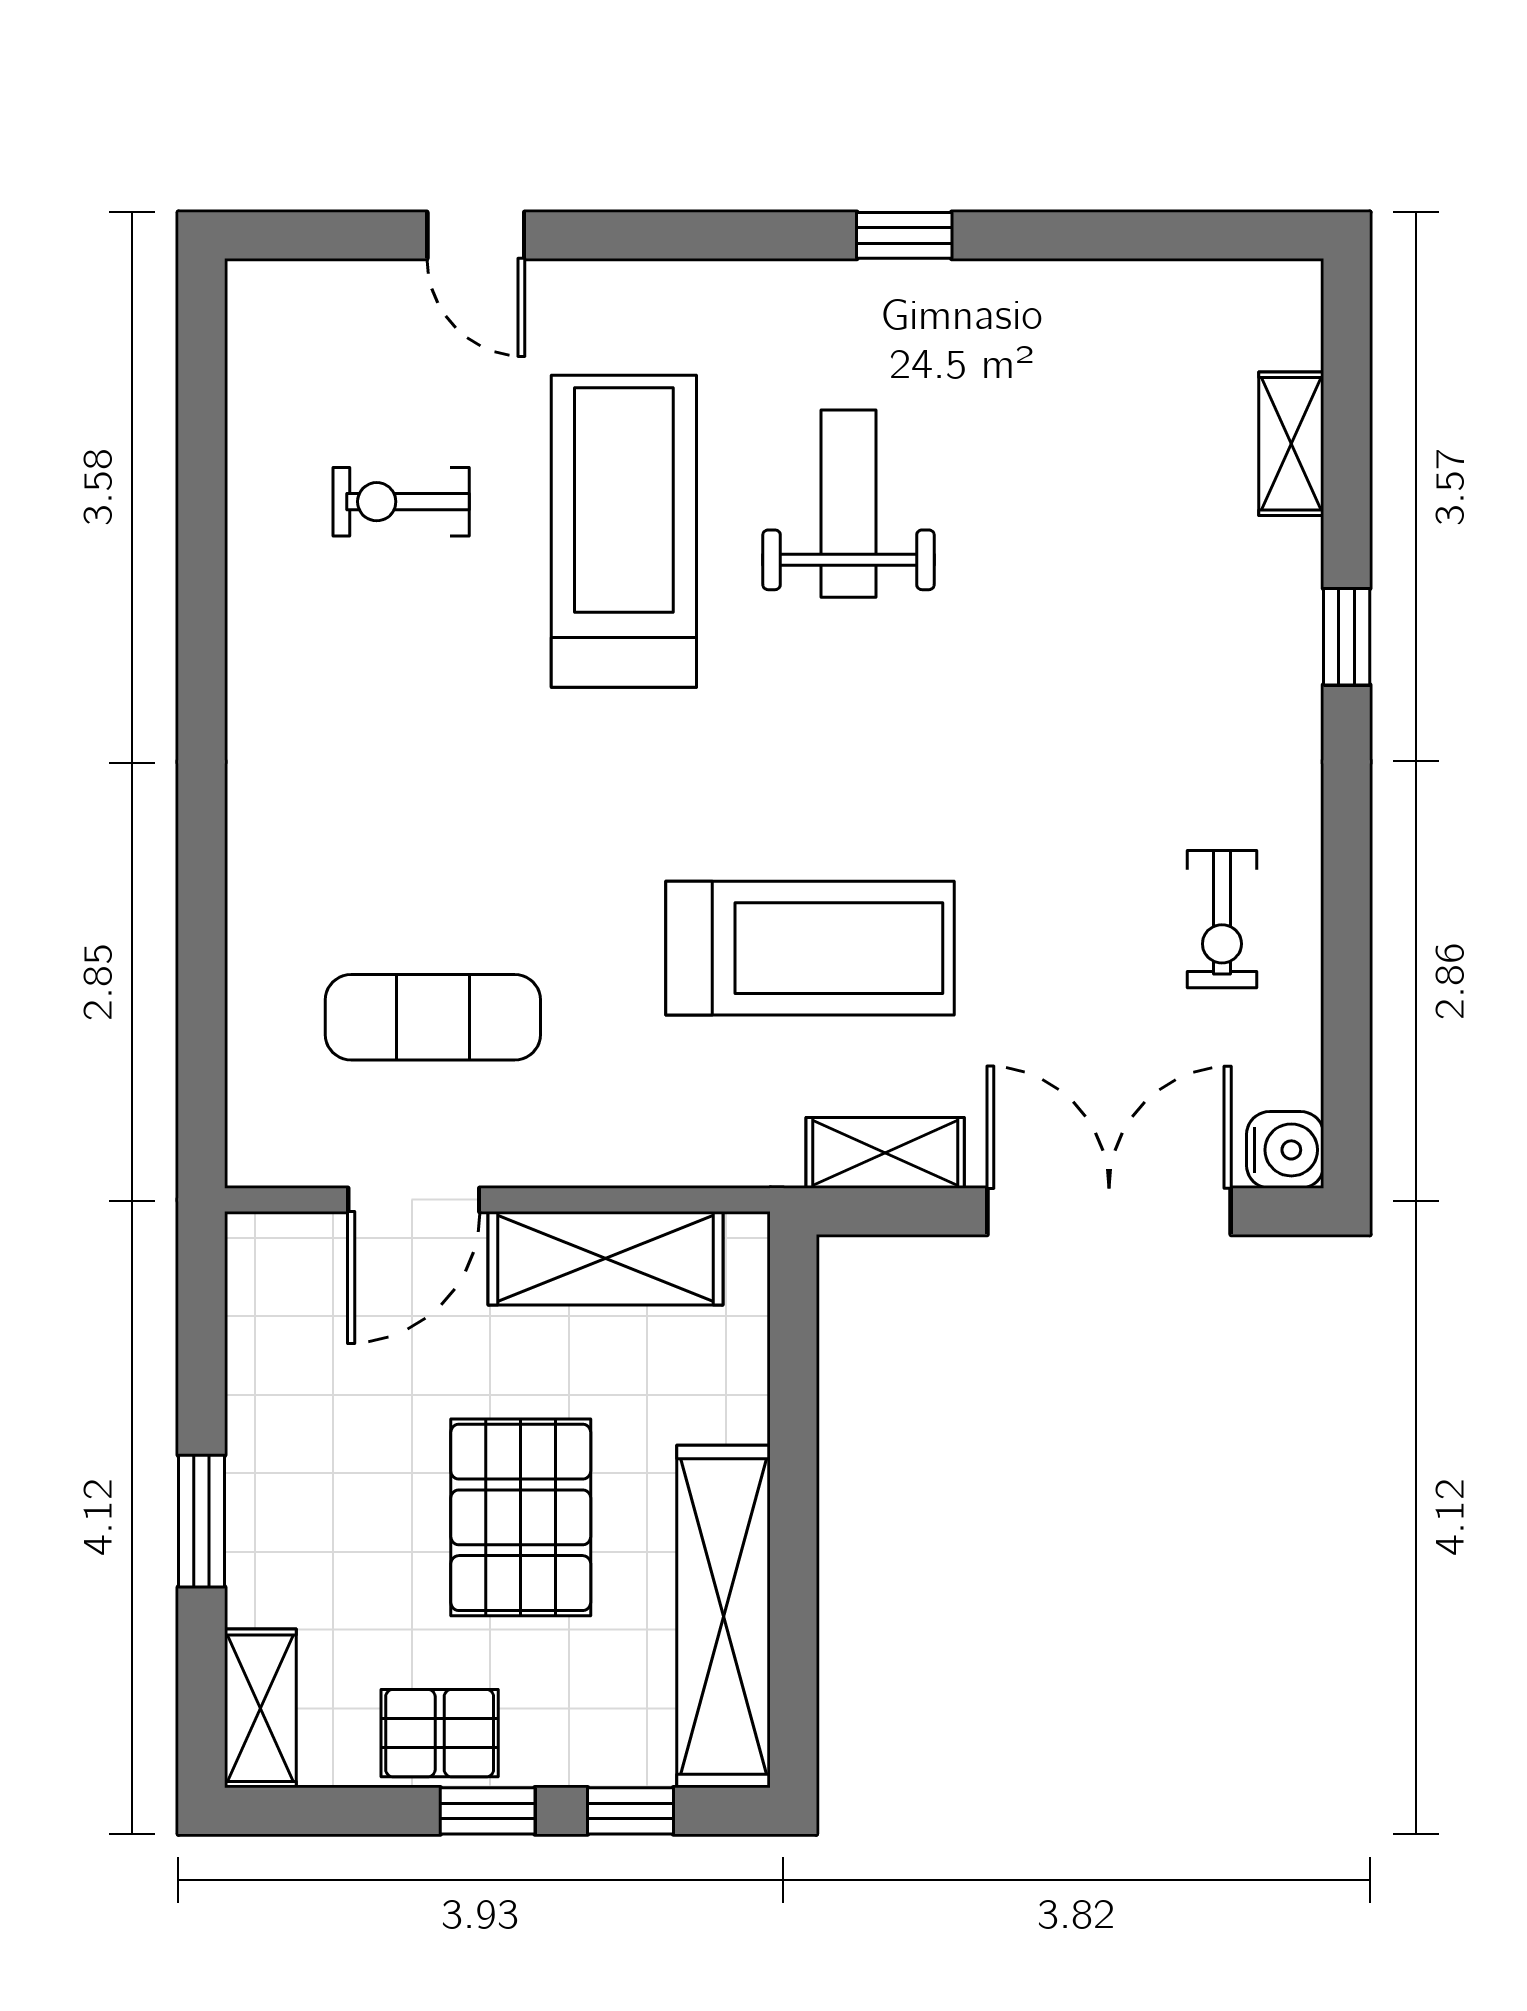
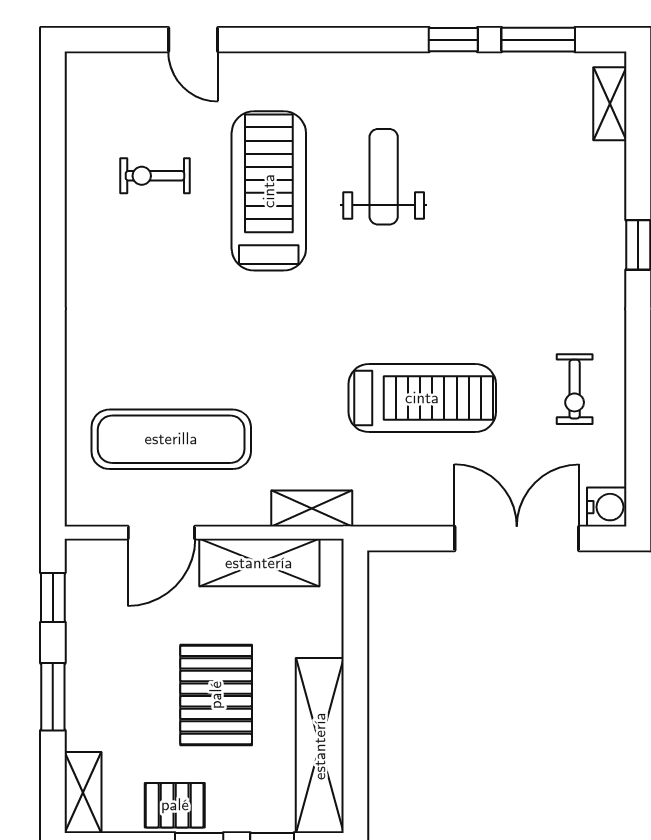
window: (904, 235) -> (453, 40), moved
window: (1151, 235) -> (538, 40), added
shelving: (1291, 444) -> (610, 104), moved
treadmill: (810, 948) -> (422, 398), moved
exercise mat: (433, 1017) -> (171, 439), width x1.36, depth x1.45
shelving: (885, 1153) -> (312, 509), moved
window: (202, 1327) -> (53, 598), added

